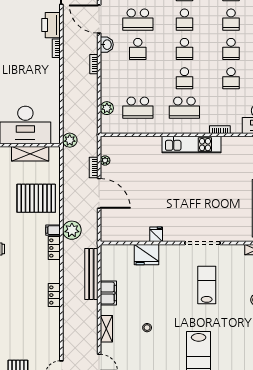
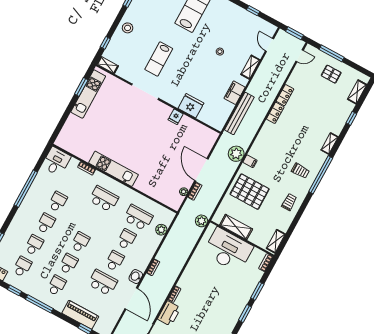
school desk: (184, 78) -> (126, 239), moved
locker: (54, 248) -> (285, 95), moved

